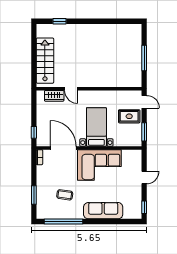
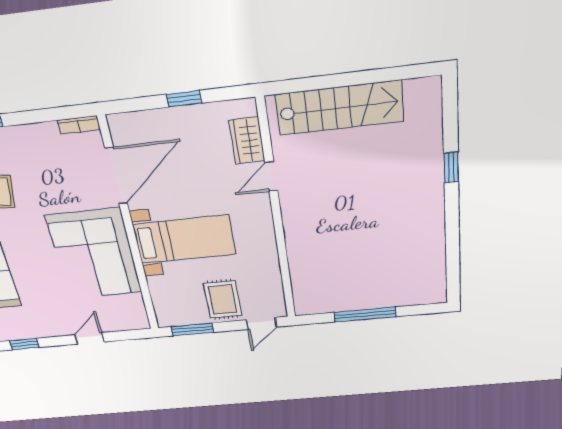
window: (59, 21) -> (451, 168), moved
window: (34, 132) -> (184, 99), moved
door: (144, 178) -> (90, 338), swing flipped

